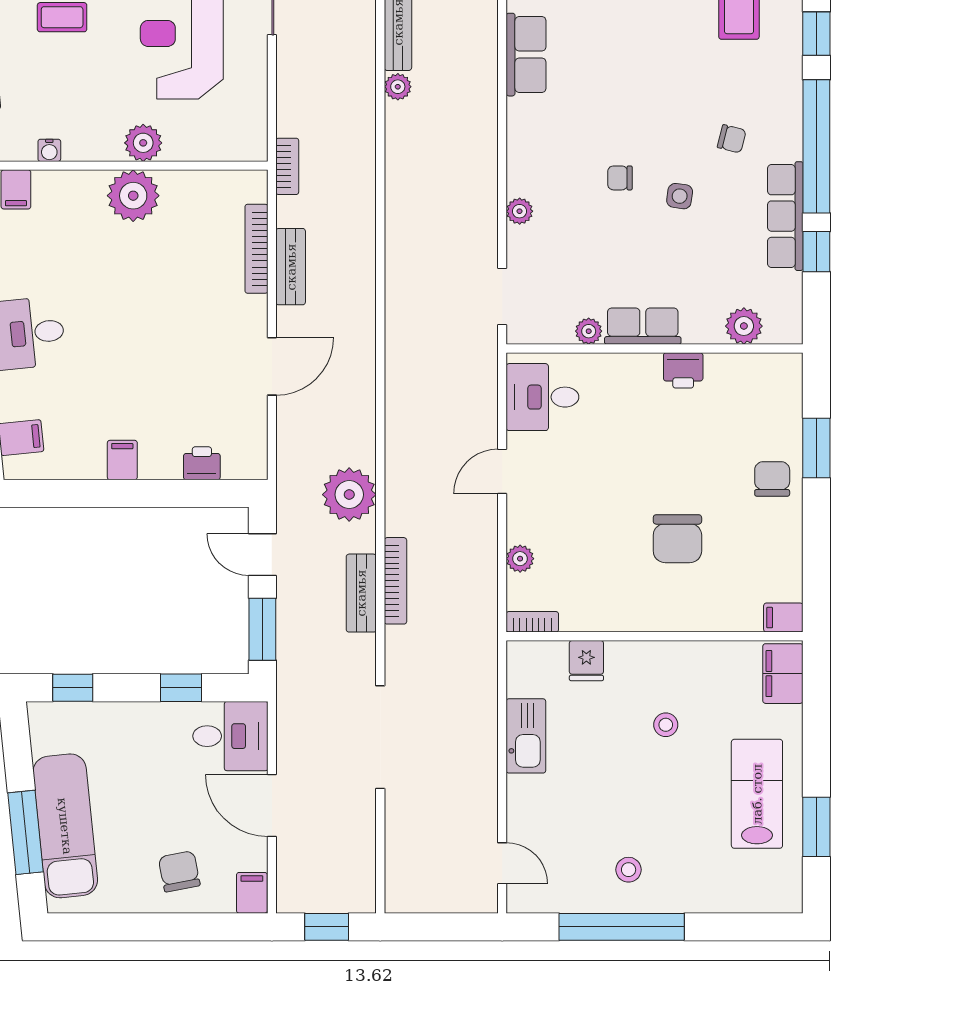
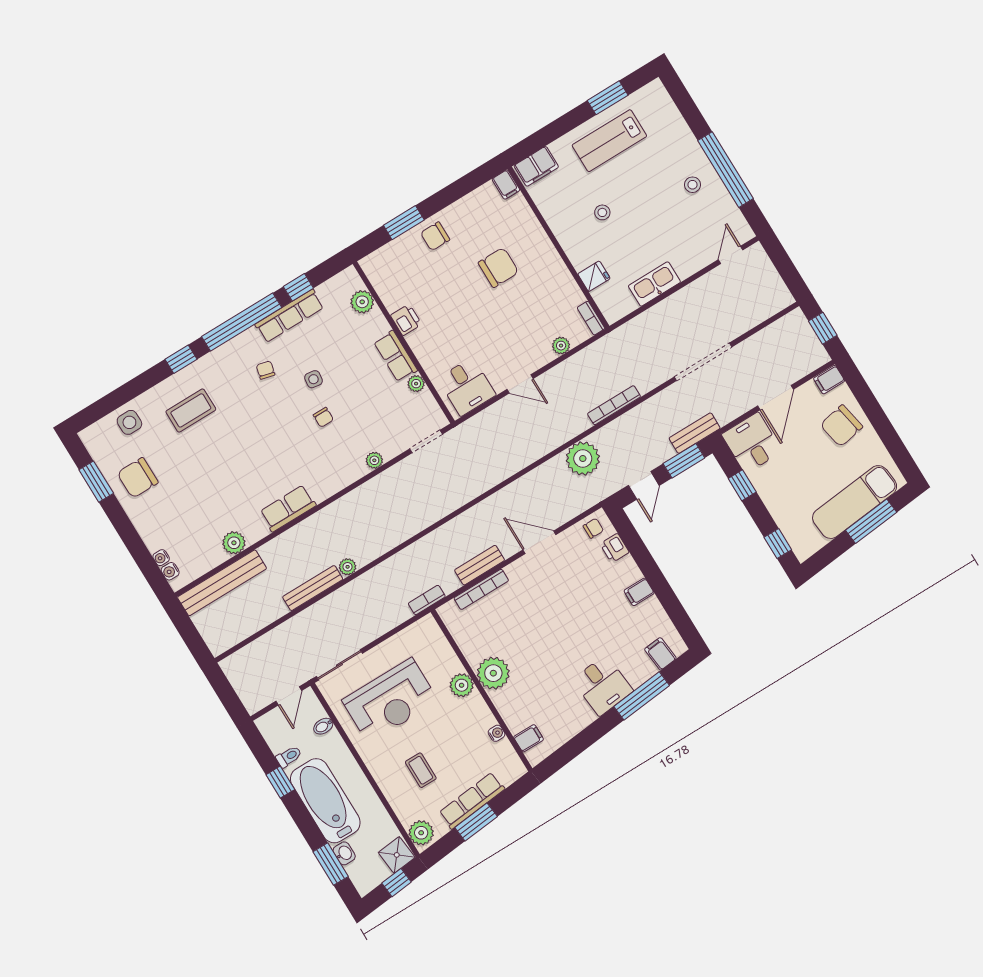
chair: (246, 451) -> (593, 528), added
bench: (361, 593) -> (695, 433), moved
chair: (179, 871) -> (841, 426), width x1.37, depth x1.37

